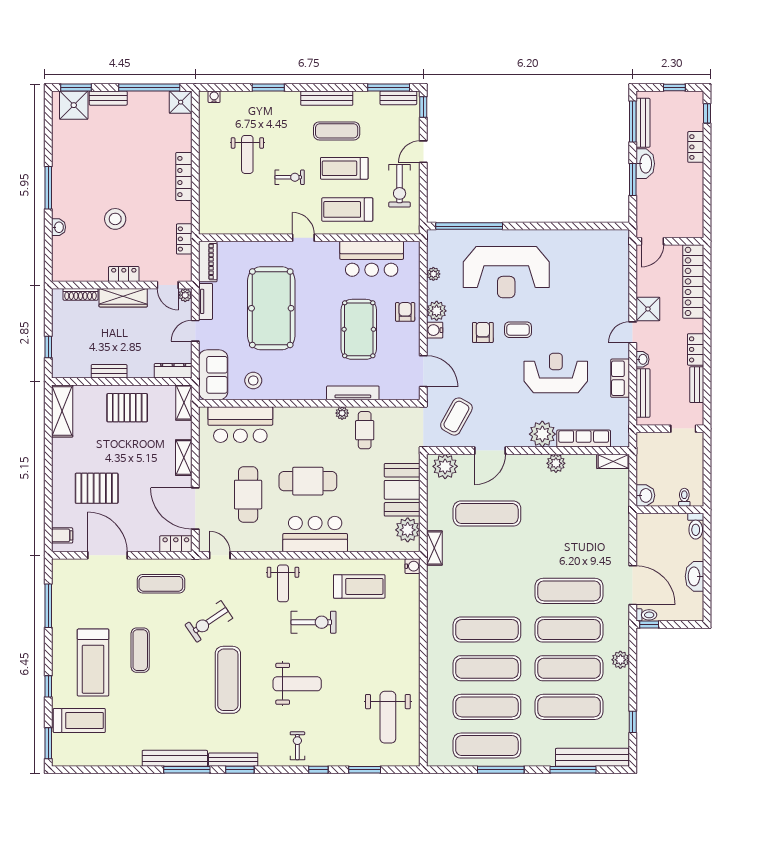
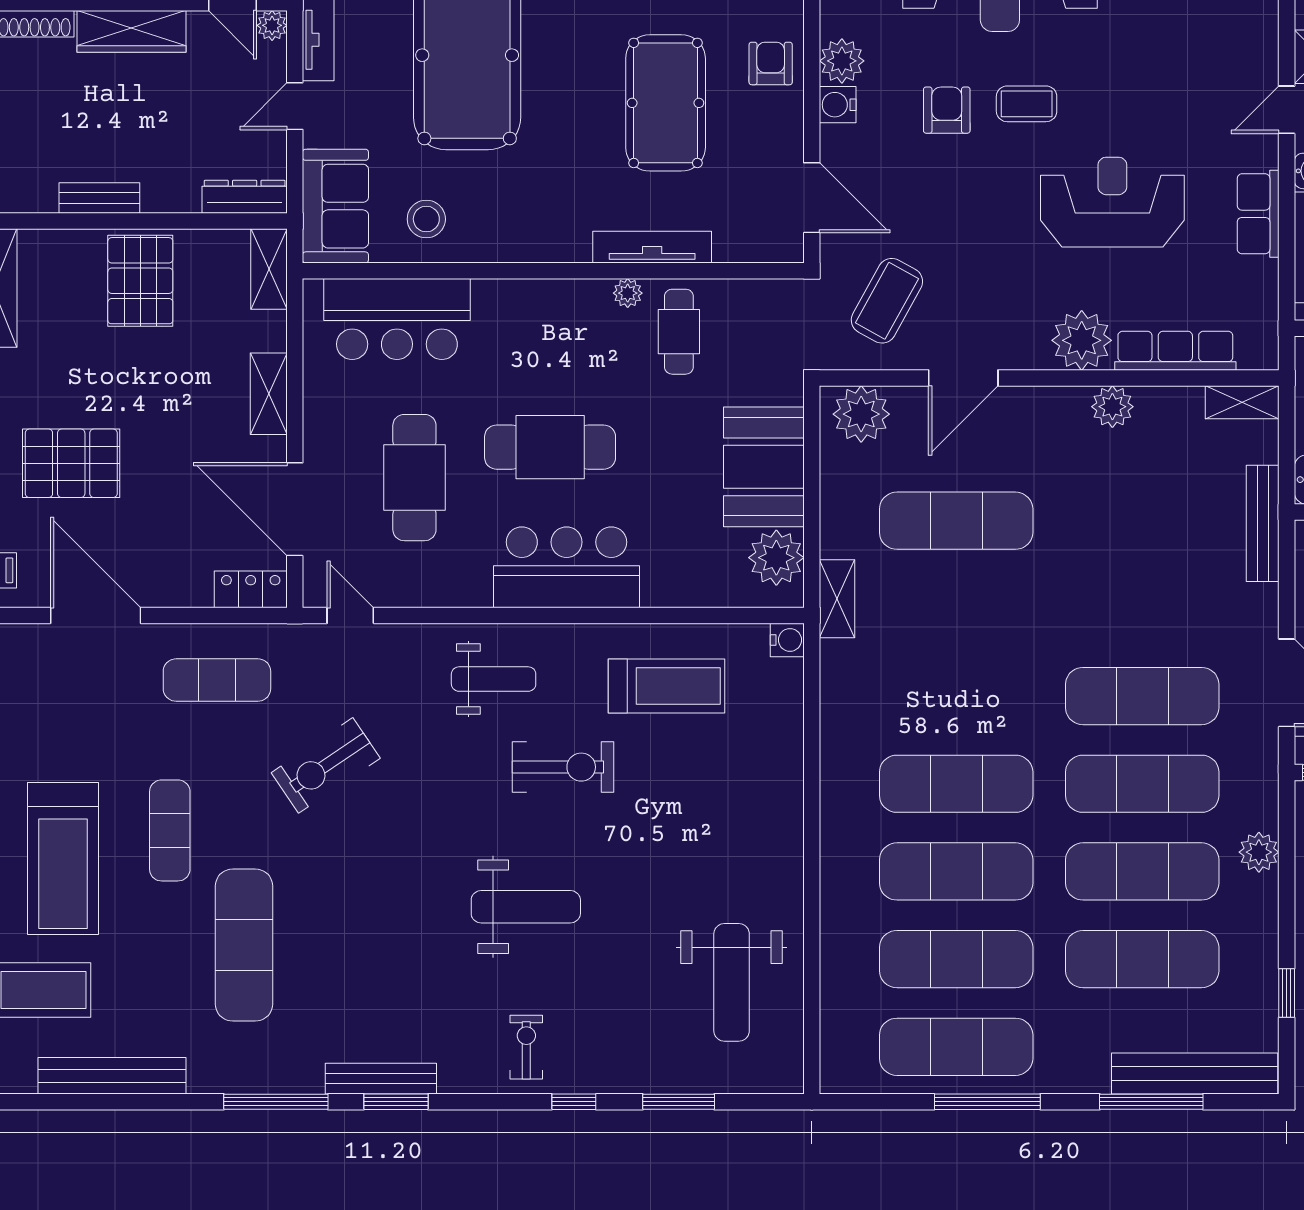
pallet: (127, 408) -> (140, 281), turned 90
bench: (622, 515) -> (1263, 523), added
weight bench: (283, 583) -> (494, 679), turned -90
exercise mat: (228, 680) -> (244, 945), moved
bench: (175, 758) -> (112, 1076), moved

